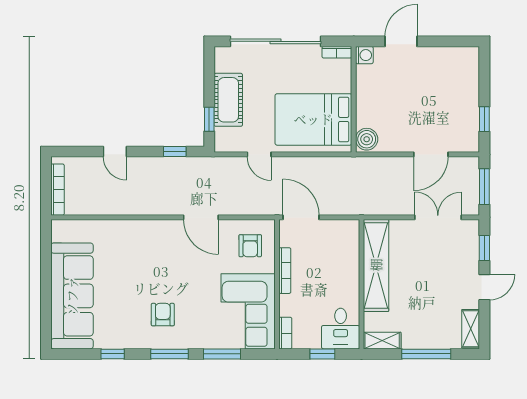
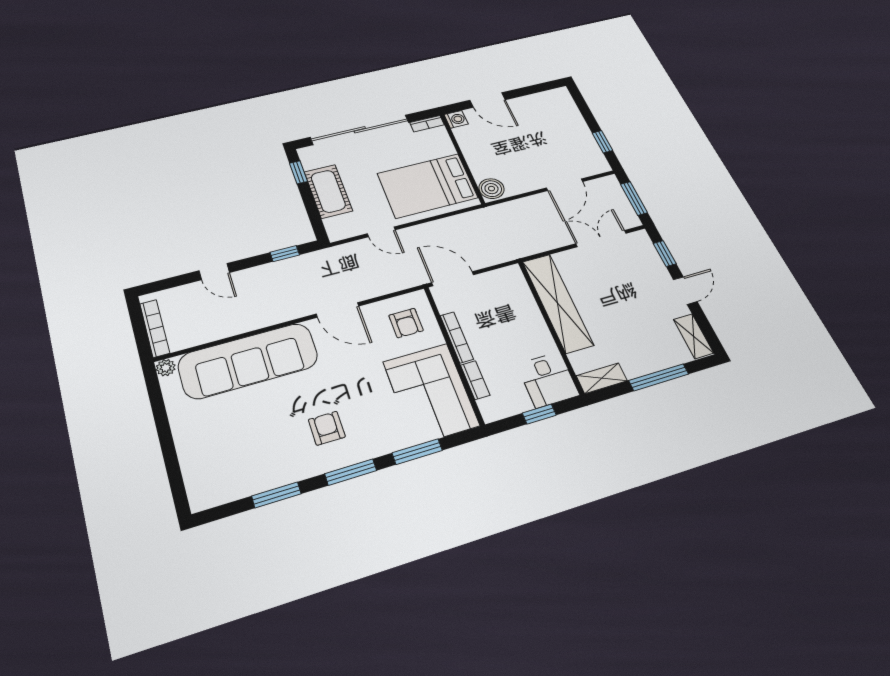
door: (401, 41) -> (488, 100), swing flipped
window: (209, 119) -> (298, 172), moved
plant: (58, 227) -> (166, 368), added
sofa: (72, 296) -> (248, 361), moved, turned 90
bookcase: (285, 333) -> (475, 380), moved
window: (113, 354) -> (276, 495), width x1.50

